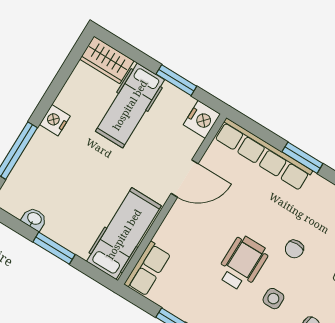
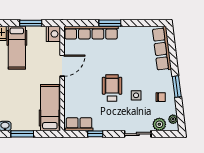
chair: (294, 249) -> (132, 67), removed
row of seats: (148, 269) -> (79, 124), moved, turned -90

